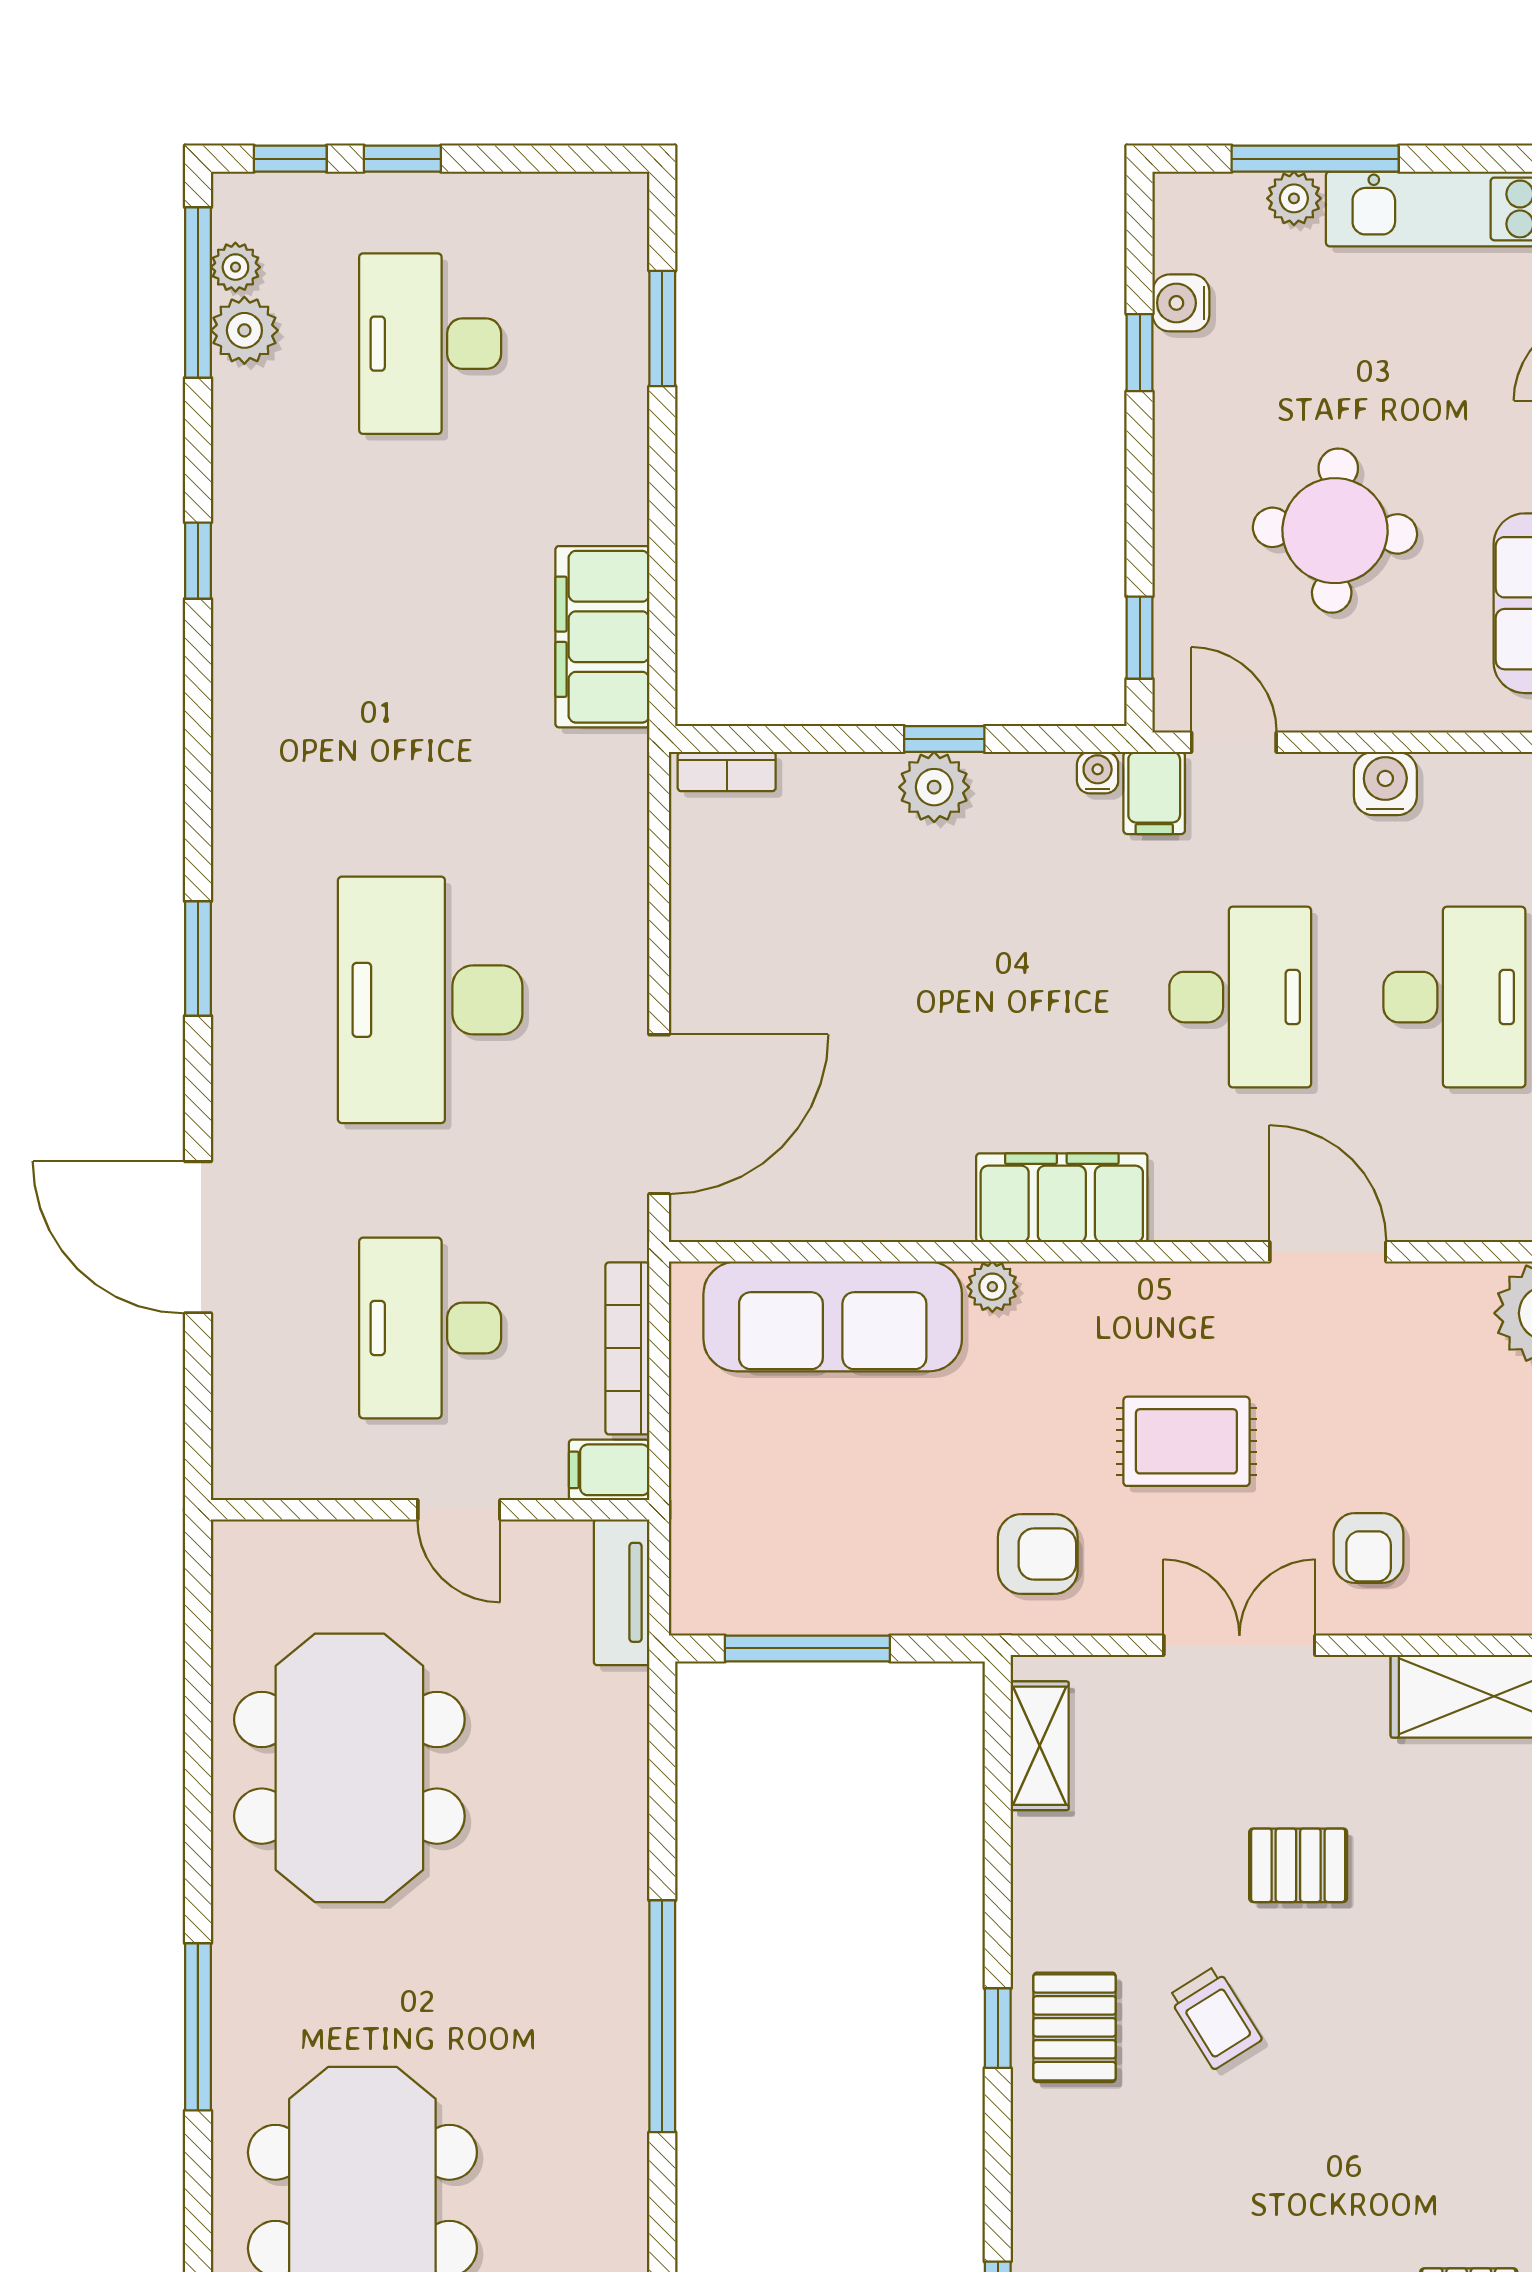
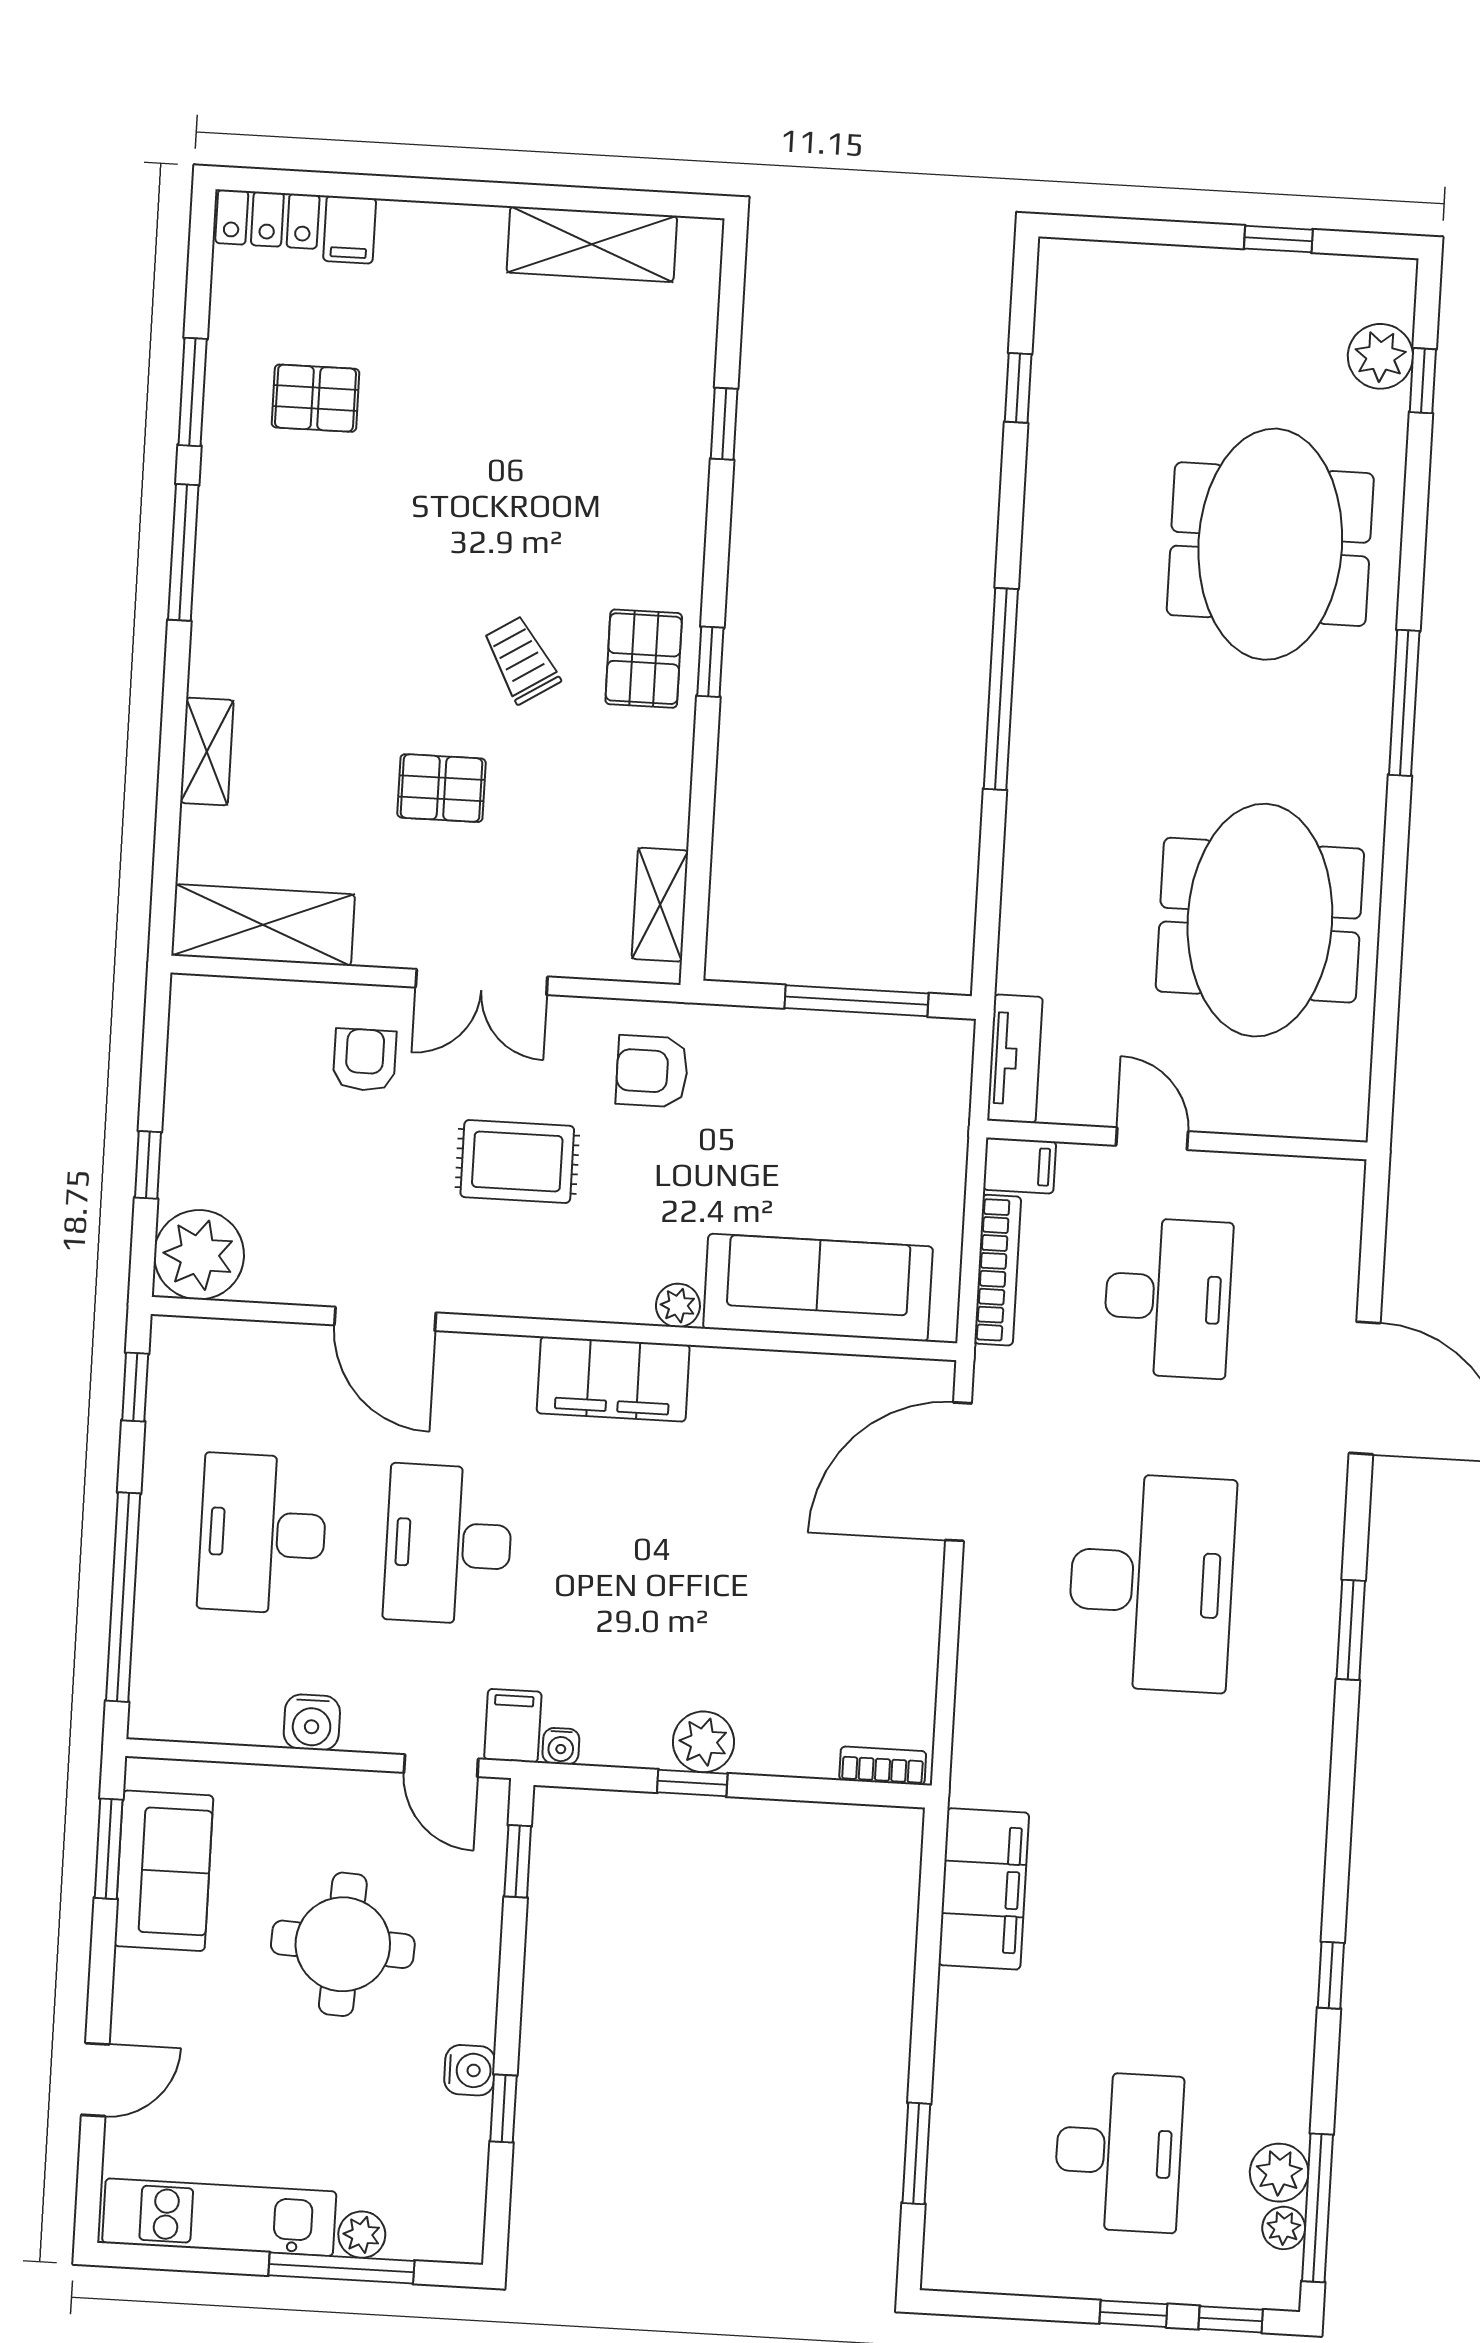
water cooler: (1181, 303) -> (470, 2070), moved

